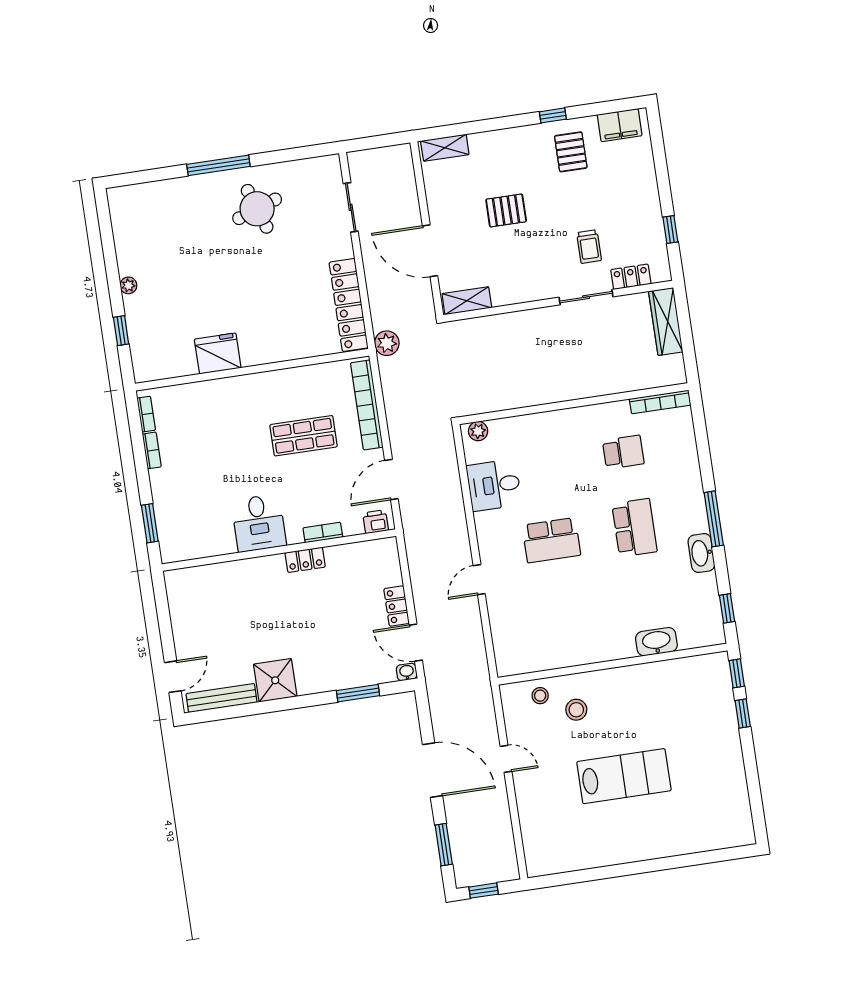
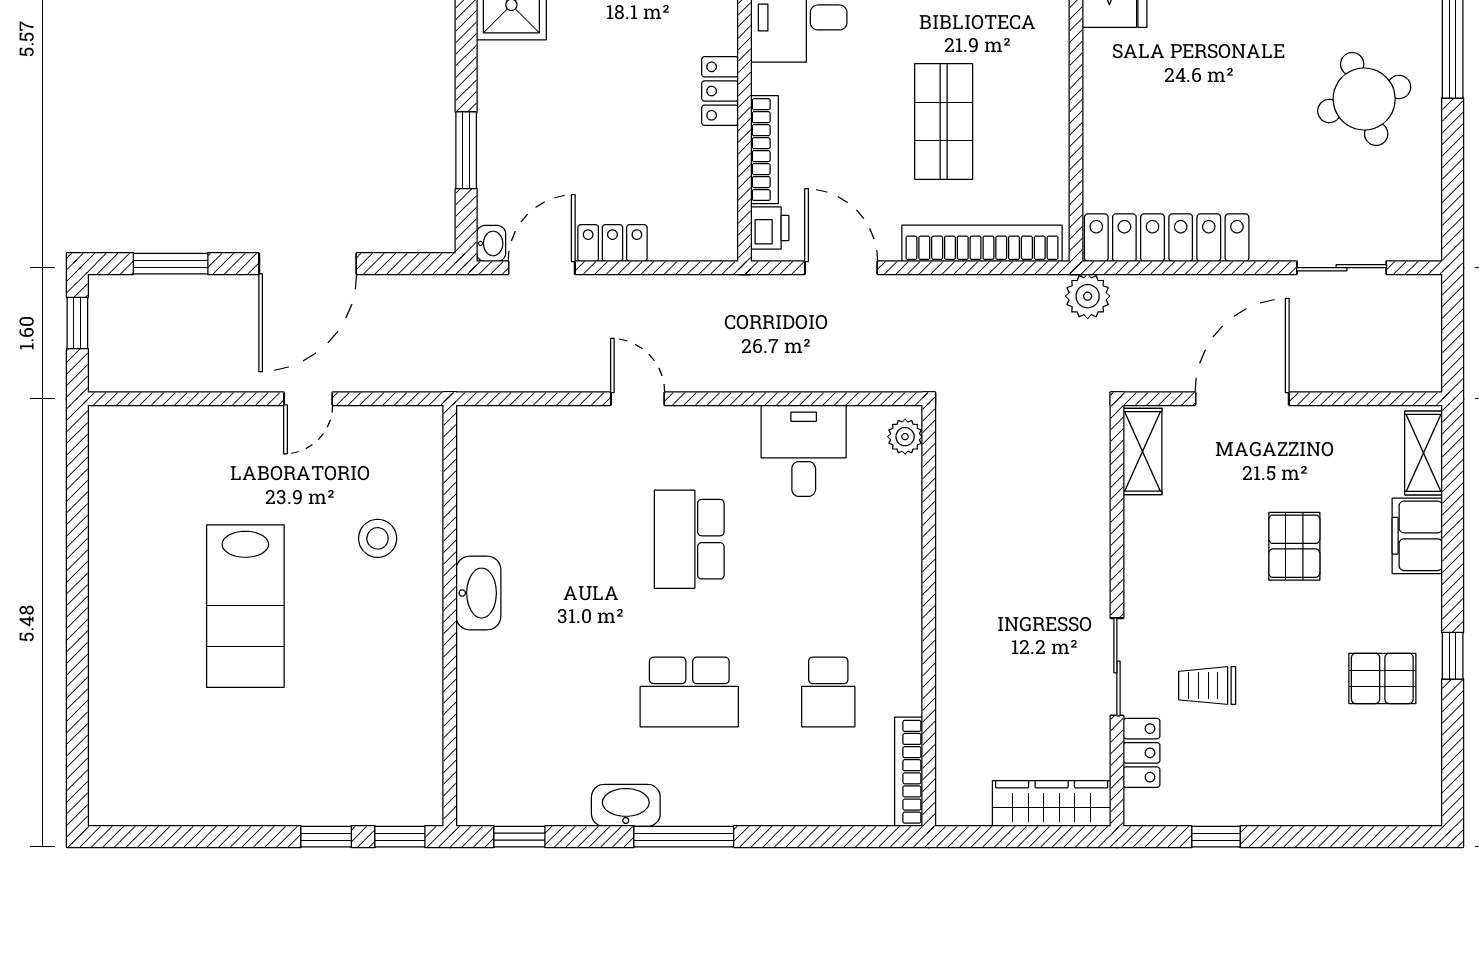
filing cabinet: (620, 125) -> (1417, 536), moved
bookcase: (323, 532) -> (764, 150), width x1.56
washbasin: (656, 642) -> (478, 593), moved
stool: (540, 696) -> (413, 477), removed

